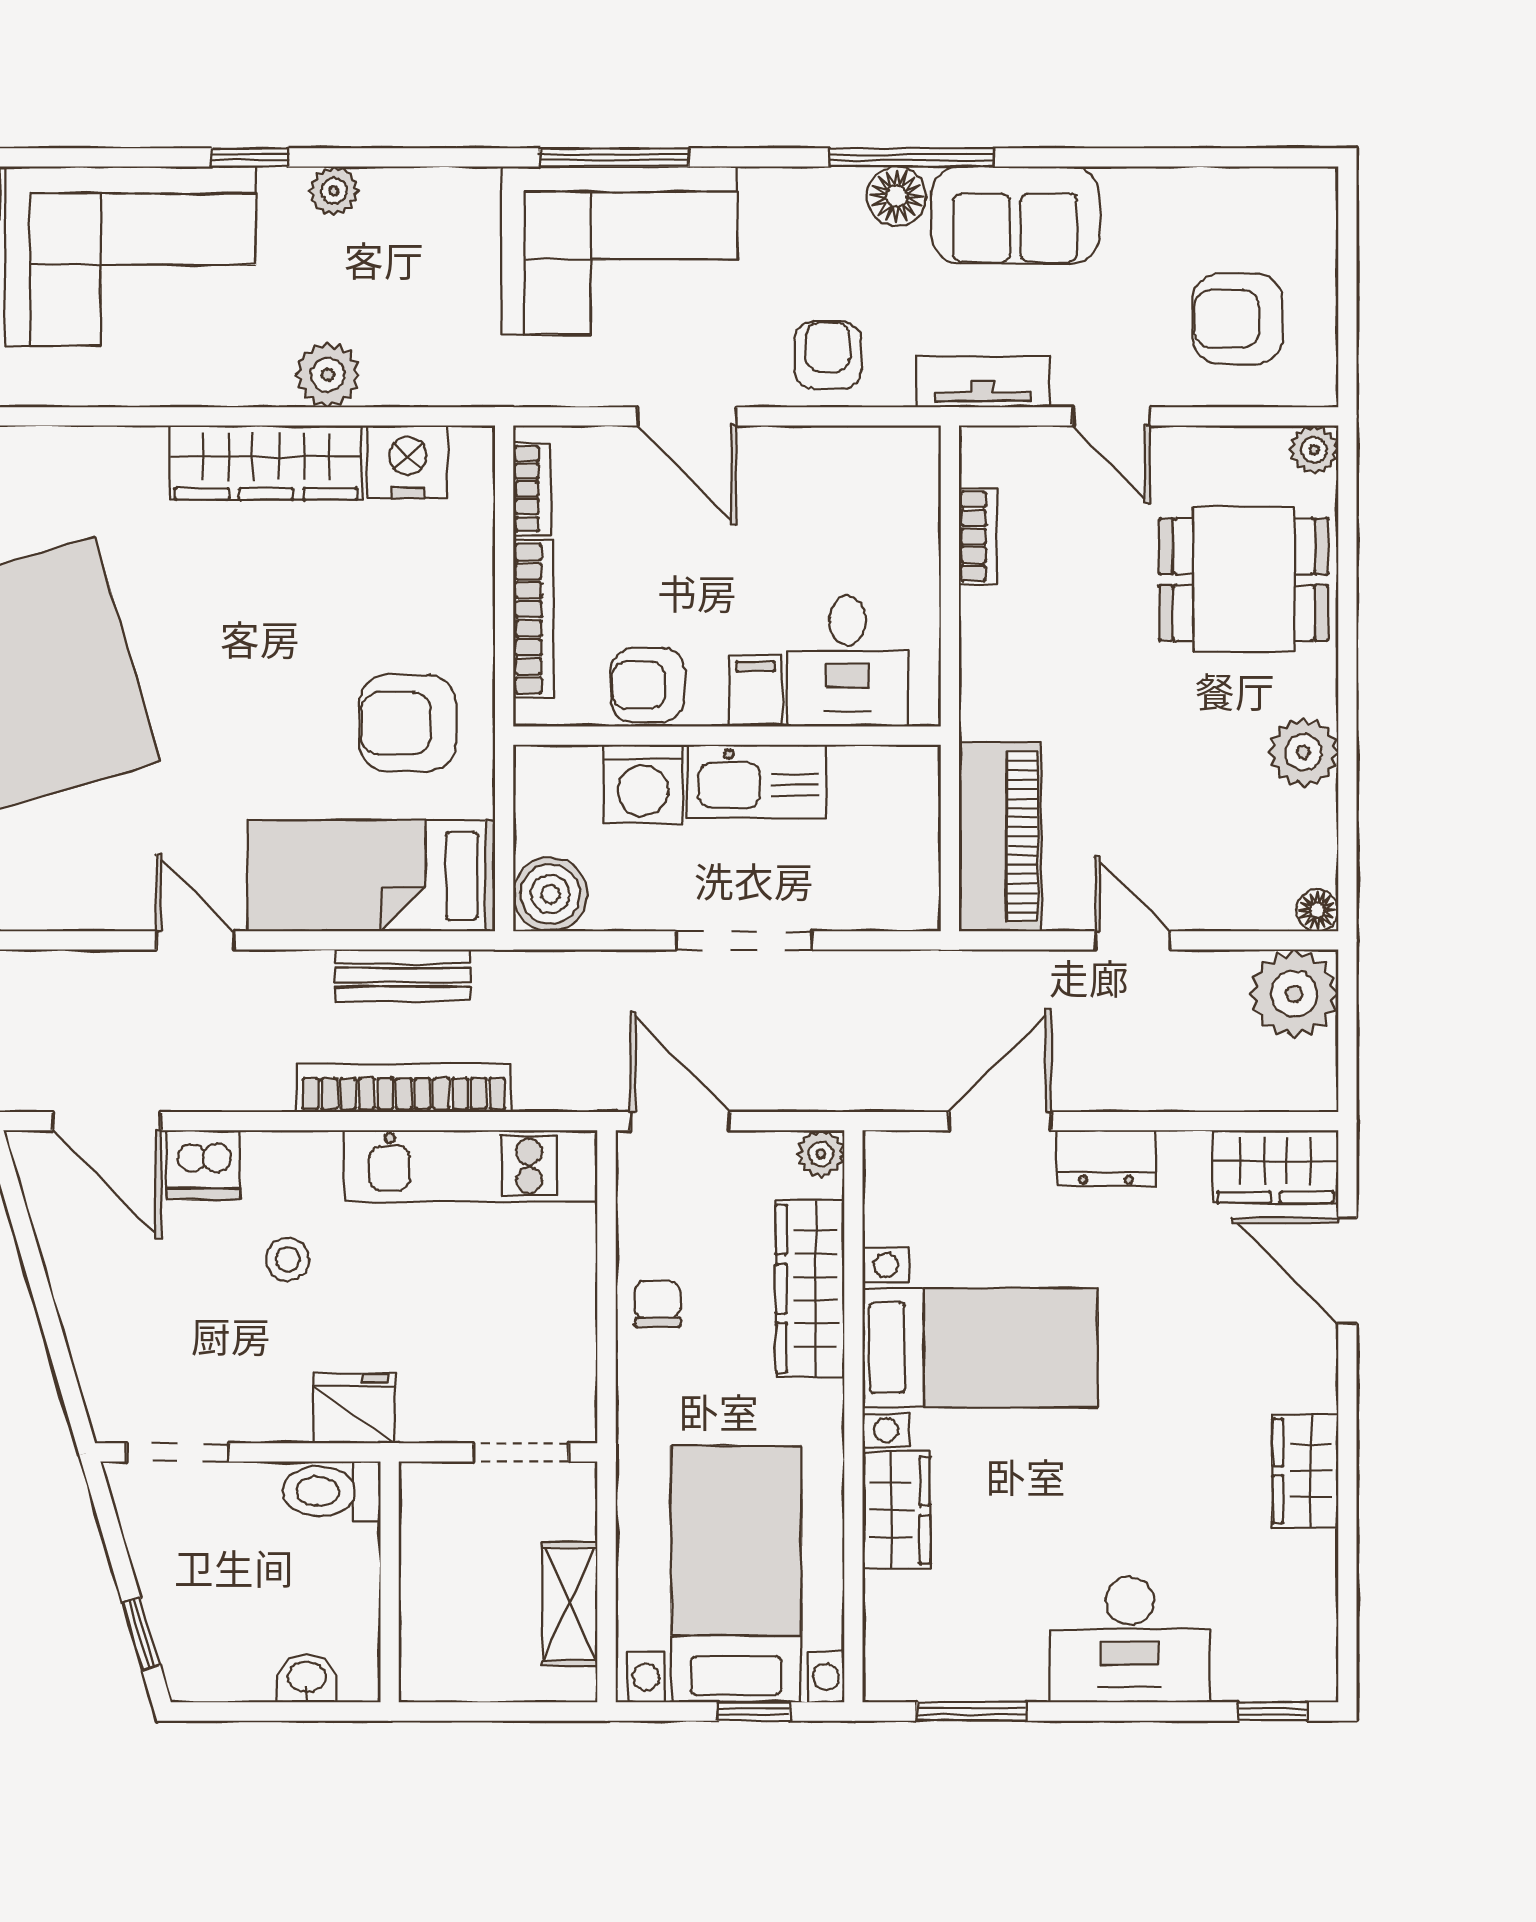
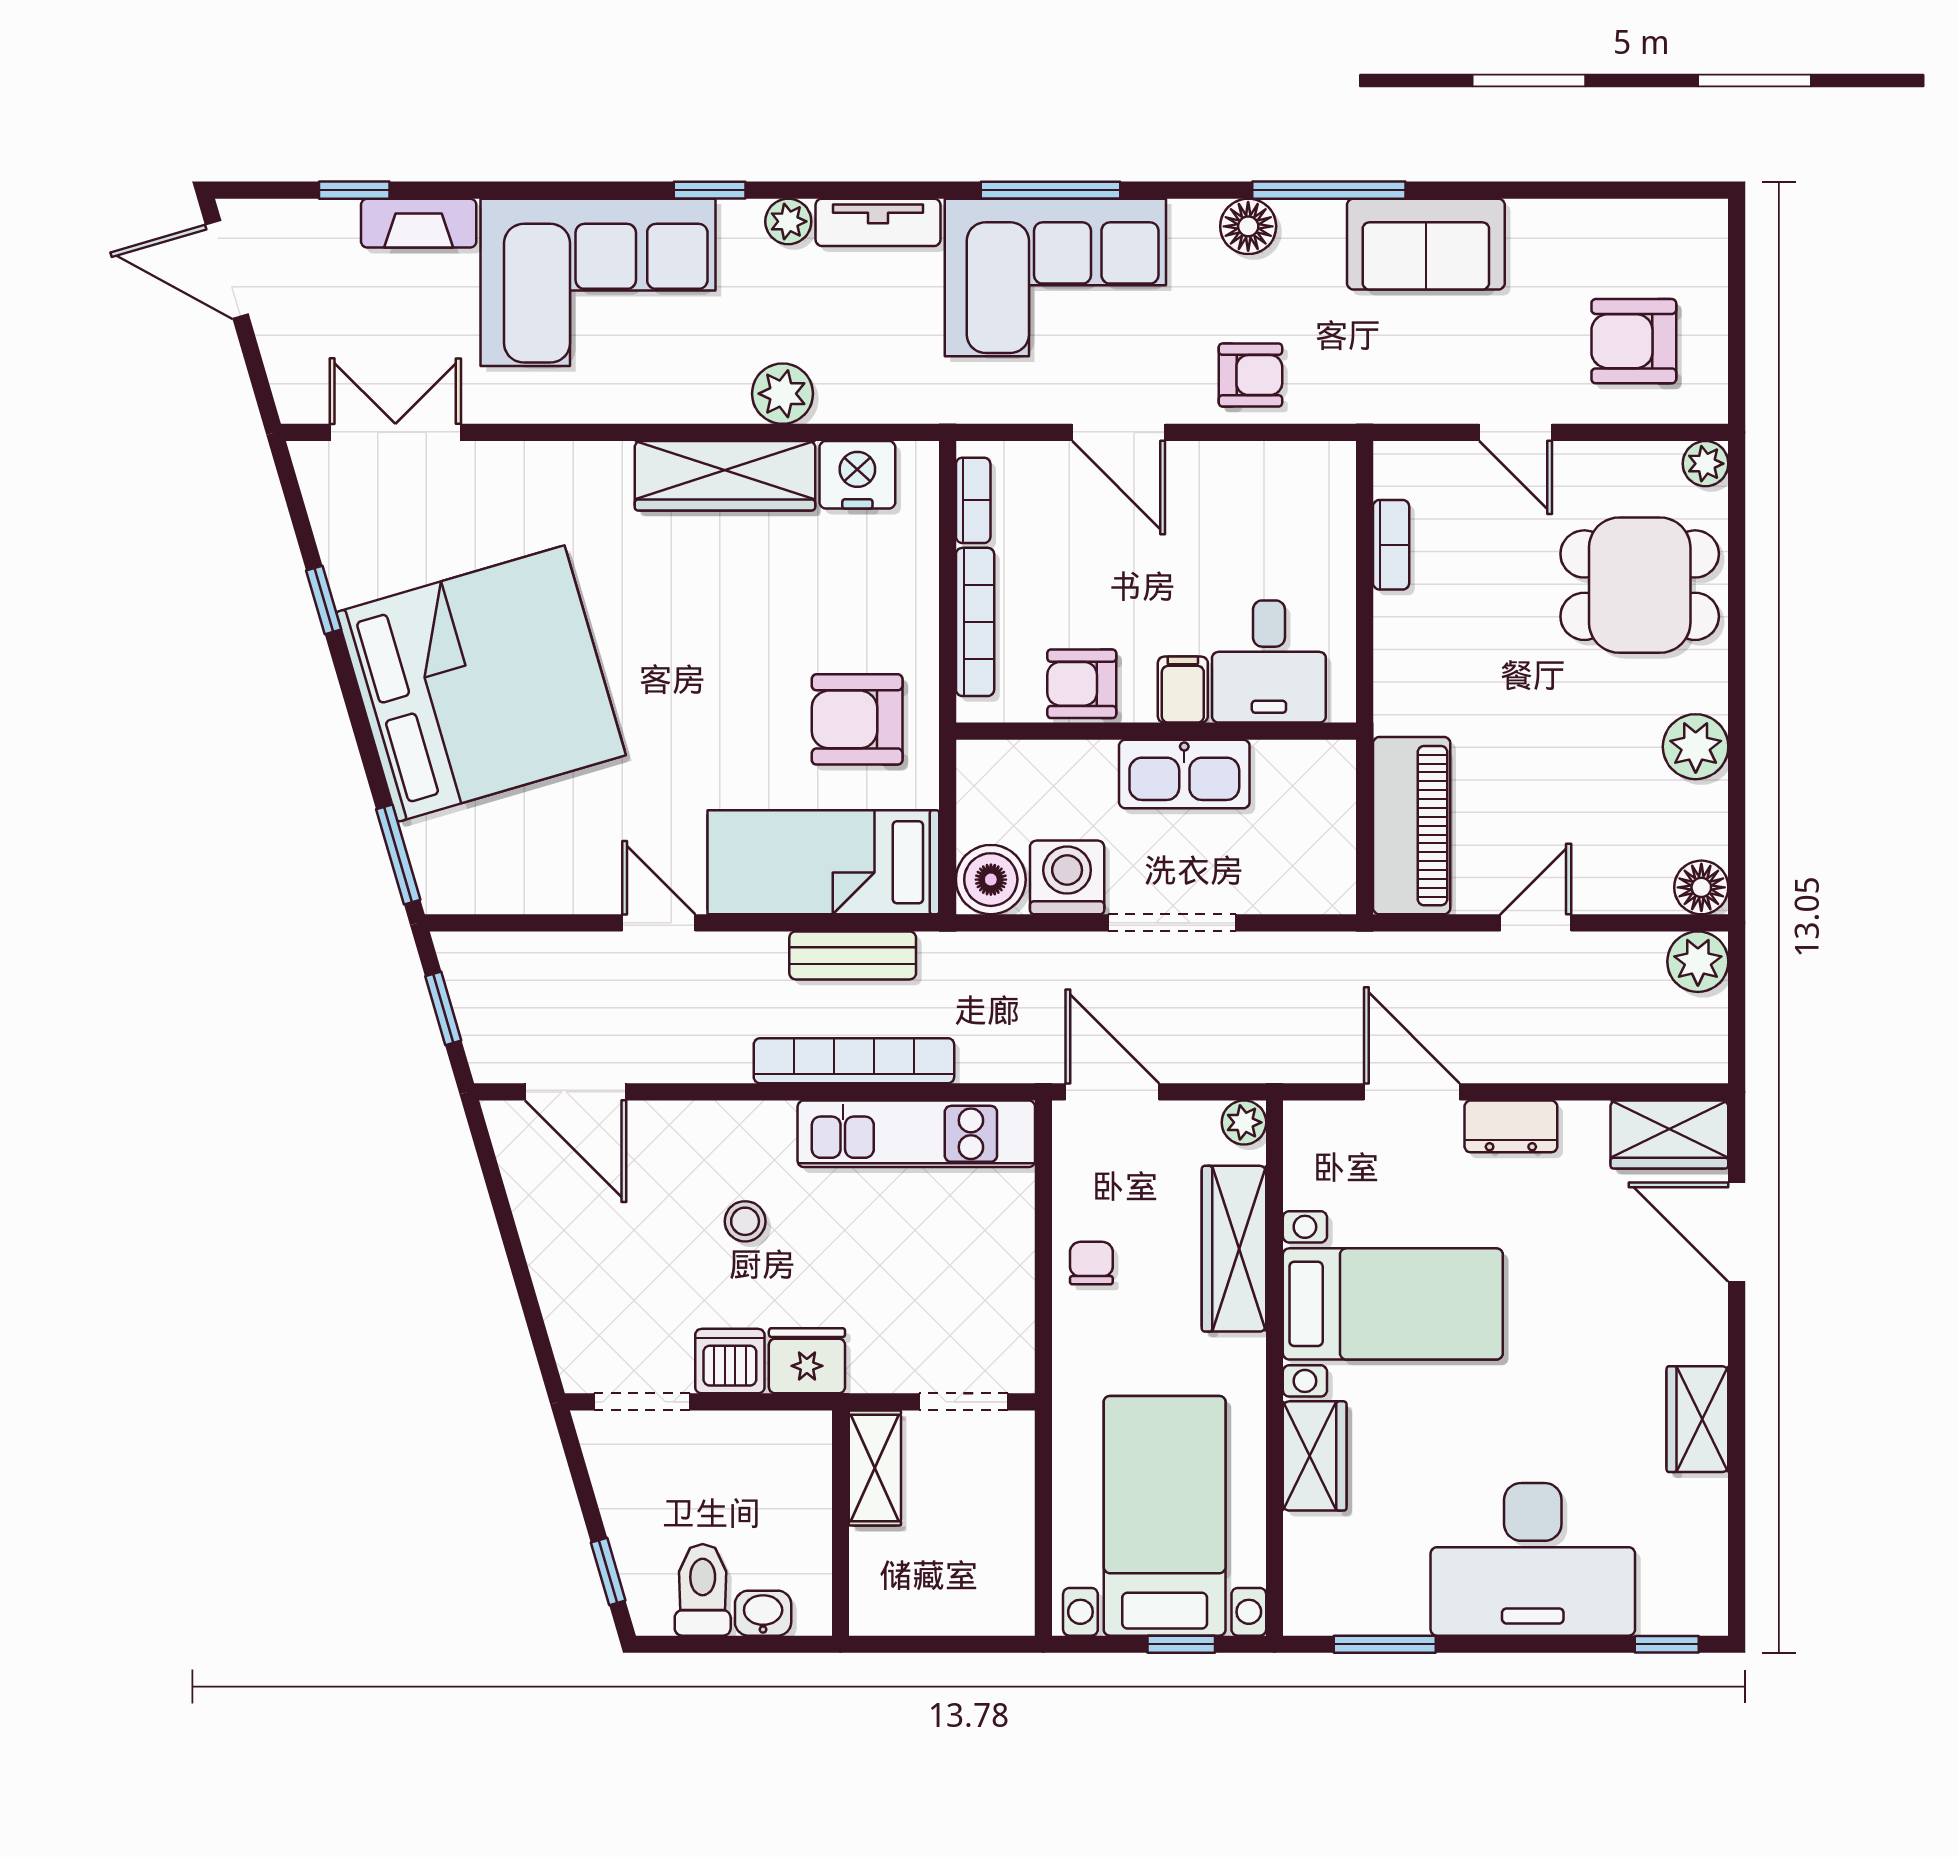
floor lamp: (896, 196) -> (1248, 226), moved
armchair: (828, 355) -> (1250, 375), turned 90
tv unit: (983, 382) -> (878, 222), moved, turned 180
washing machine: (643, 784) -> (1067, 877), moved, turned 180
floor lamp: (1317, 910) -> (1701, 887), width x1.37, depth x1.37
door: (1133, 940) -> (1536, 923), hinge flipped
plant: (1294, 994) -> (1698, 962), width x0.73, depth x0.73
door: (1000, 1121) -> (1412, 1092), hinge flipped
dishwasher: (203, 1165) -> (730, 1361), moved, turned 180
toilet: (332, 1491) -> (703, 1590), moved, turned 90
shelving: (570, 1604) -> (875, 1468), moved
desk: (1130, 1640) -> (1533, 1559), width x1.36, depth x1.30

